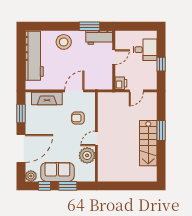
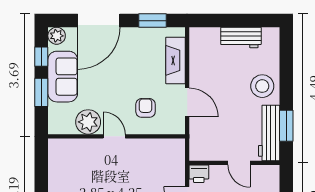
workbench: (99, 37) -> (269, 133), width x1.38
workbench: (34, 56) -> (241, 38), width x0.53, depth x0.76
door: (21, 149) -> (99, 21), hinge flipped

